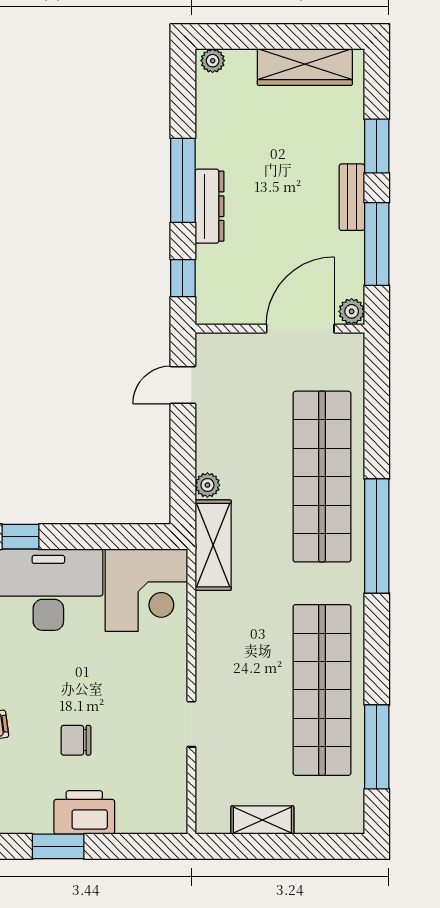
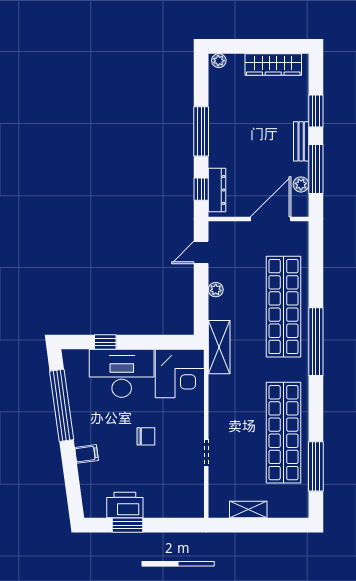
dresser: (210, 206) -> (217, 190), moved
plant: (352, 311) -> (301, 184), moved
plant: (207, 485) -> (216, 290), moved
chair: (76, 740) -> (146, 436), moved, turned 180
printer: (84, 812) -> (125, 505), moved

